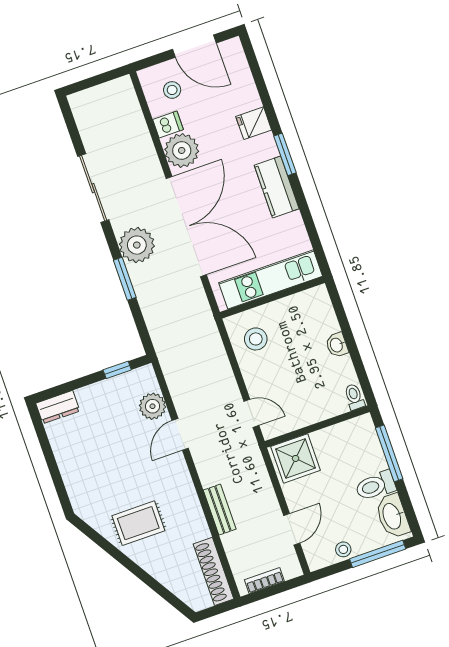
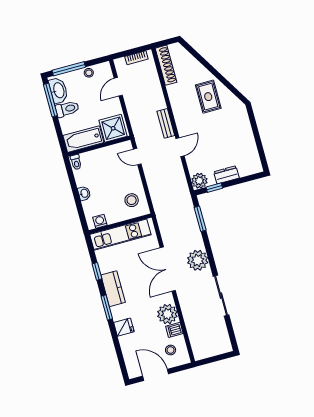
window: (306, 214) -> (97, 271), added
double door: (186, 227) -> (168, 269), width x0.73
window: (125, 279) -> (200, 219), moved
washing machine: (307, 300) -> (100, 221), added
plant: (153, 406) -> (199, 181), moved
dresser: (58, 407) -> (226, 175), moved
bathtub: (345, 437) -> (83, 139), added
window: (389, 453) -> (50, 100), moved
bench: (220, 510) -> (166, 123), moved
rug: (138, 523) -> (208, 97), turned 90

